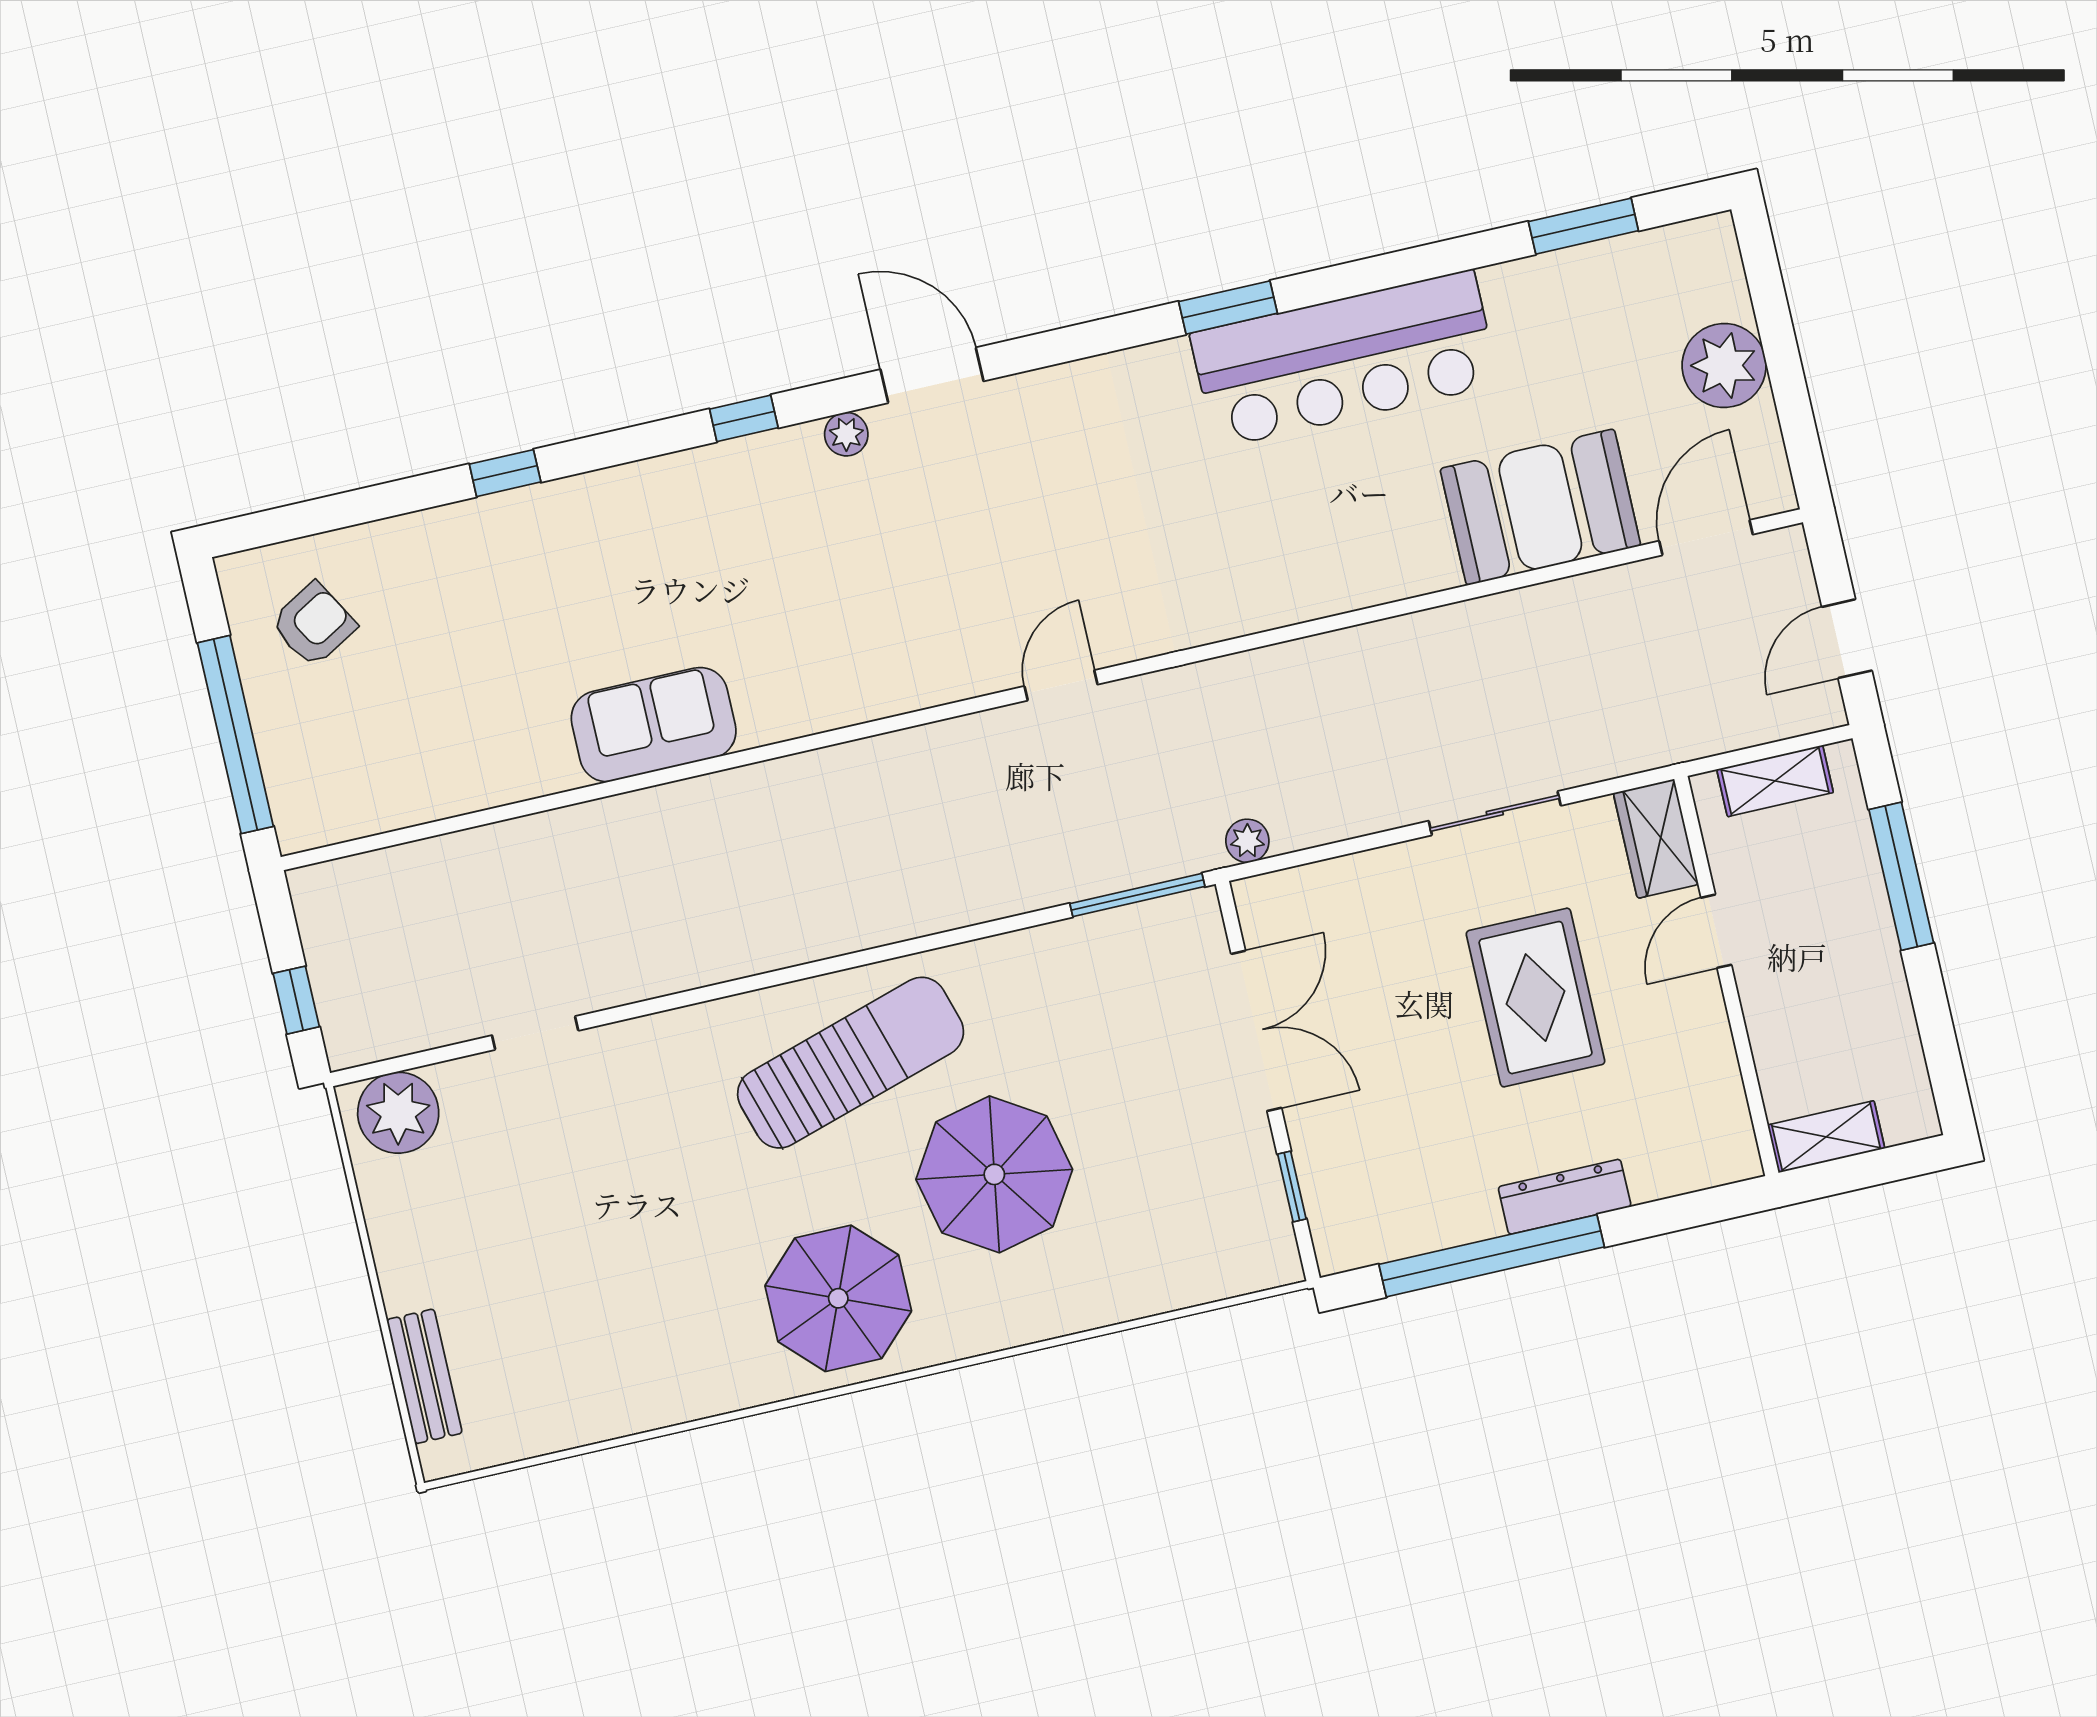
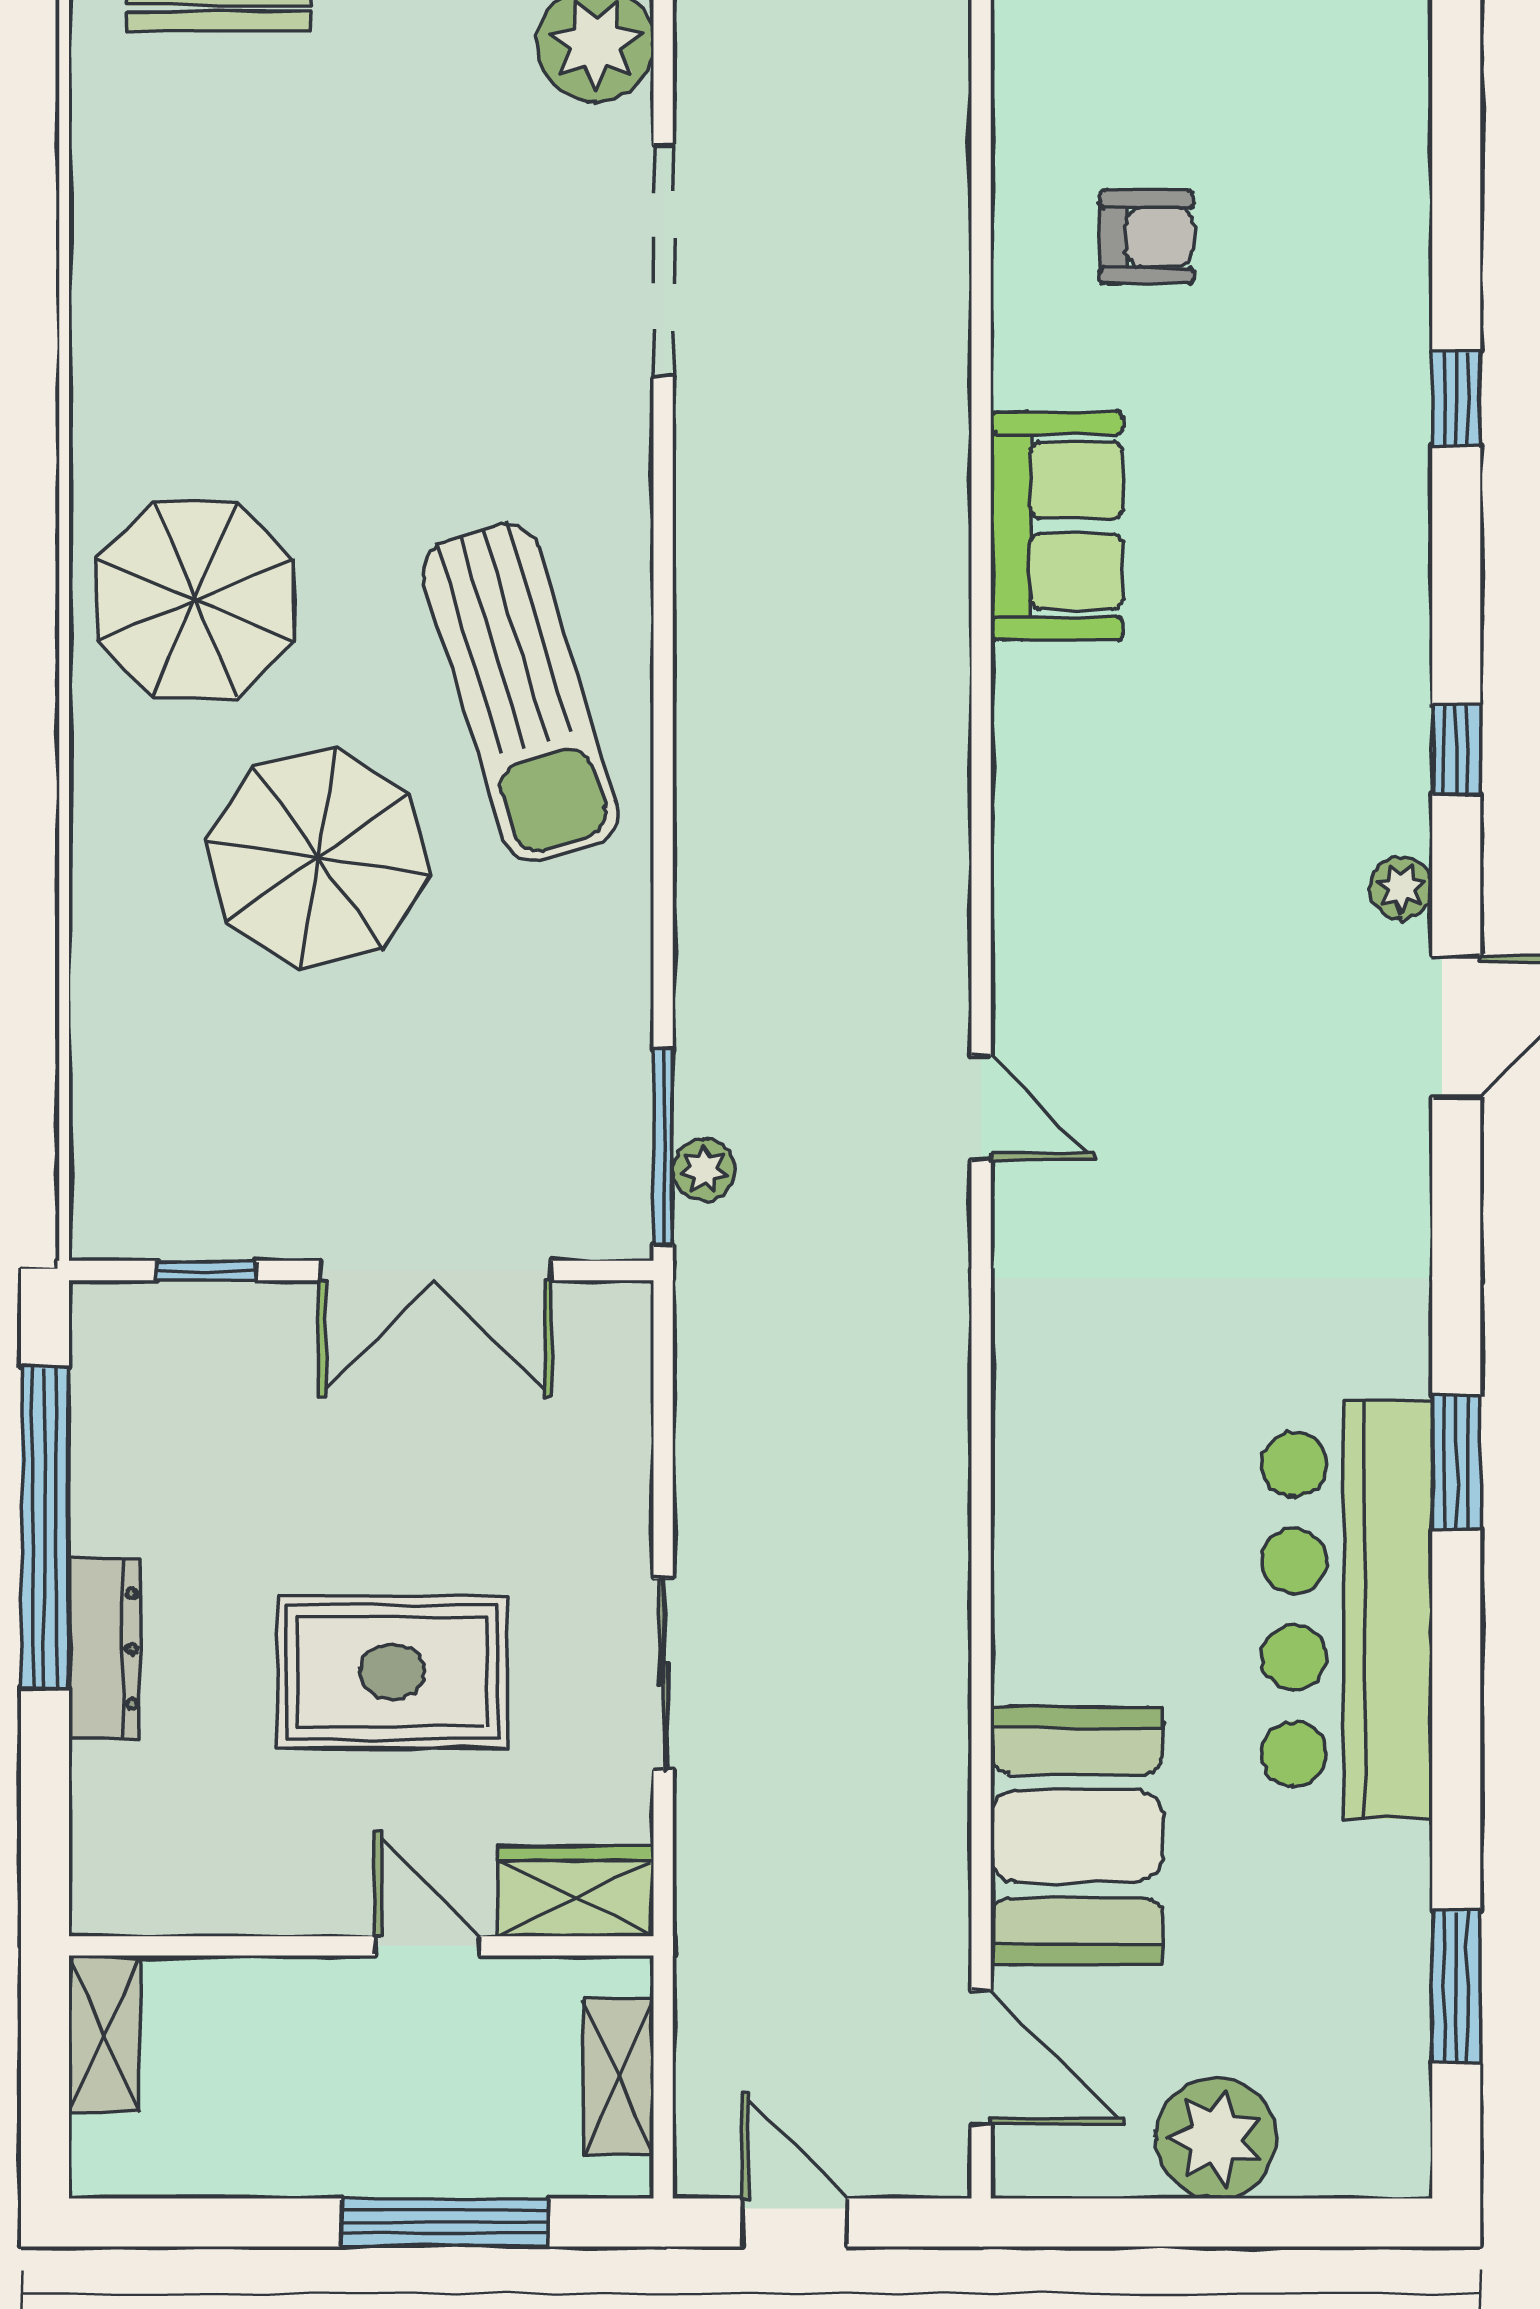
armchair: (314, 624) -> (1147, 237), moved, turned -60
plant: (1247, 841) -> (704, 1169), moved
doorway: (535, 1033) -> (663, 261), width x1.88

